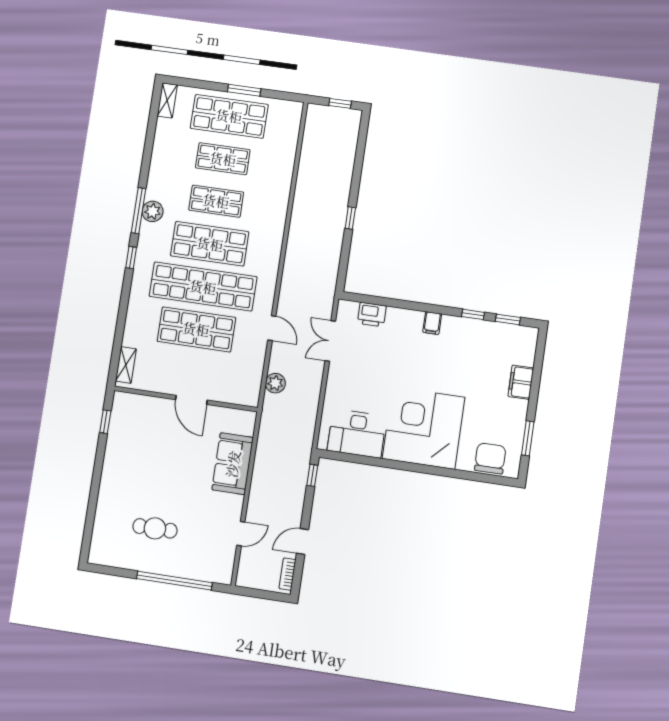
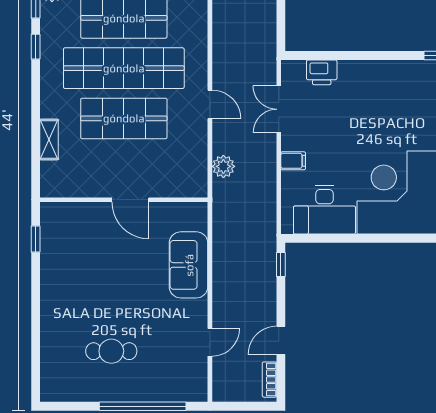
filing cabinet: (432, 323) -> (293, 161), moved, turned -90
shelving: (126, 365) -> (49, 140), moved

